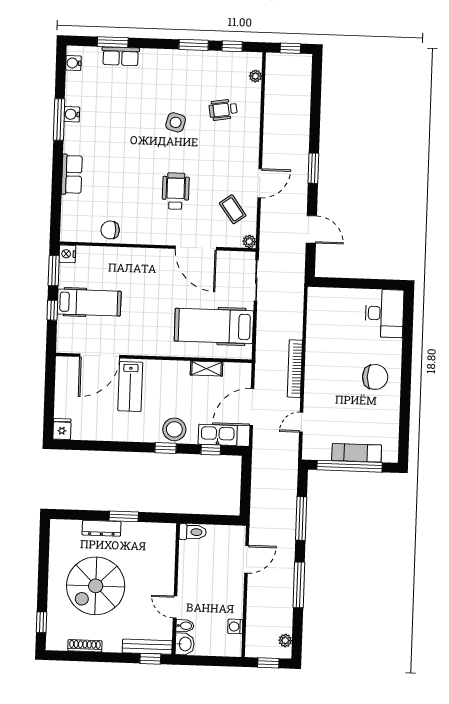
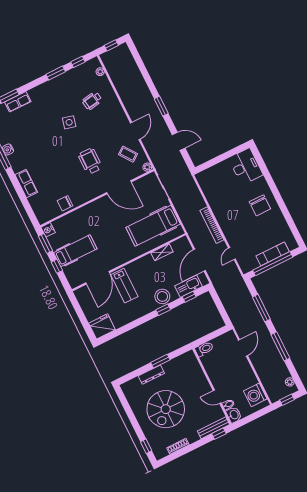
chair: (375, 377) -> (260, 205), turned 90
fridge: (62, 429) -> (102, 326), width x1.88, depth x1.34
washing machine: (235, 626) -> (255, 395), width x1.89, depth x1.89

